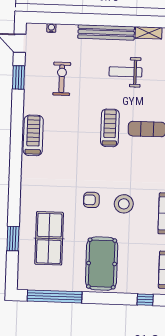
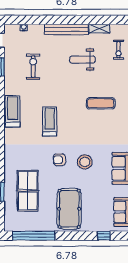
treadmill: (110, 128) -> (50, 122), moved

